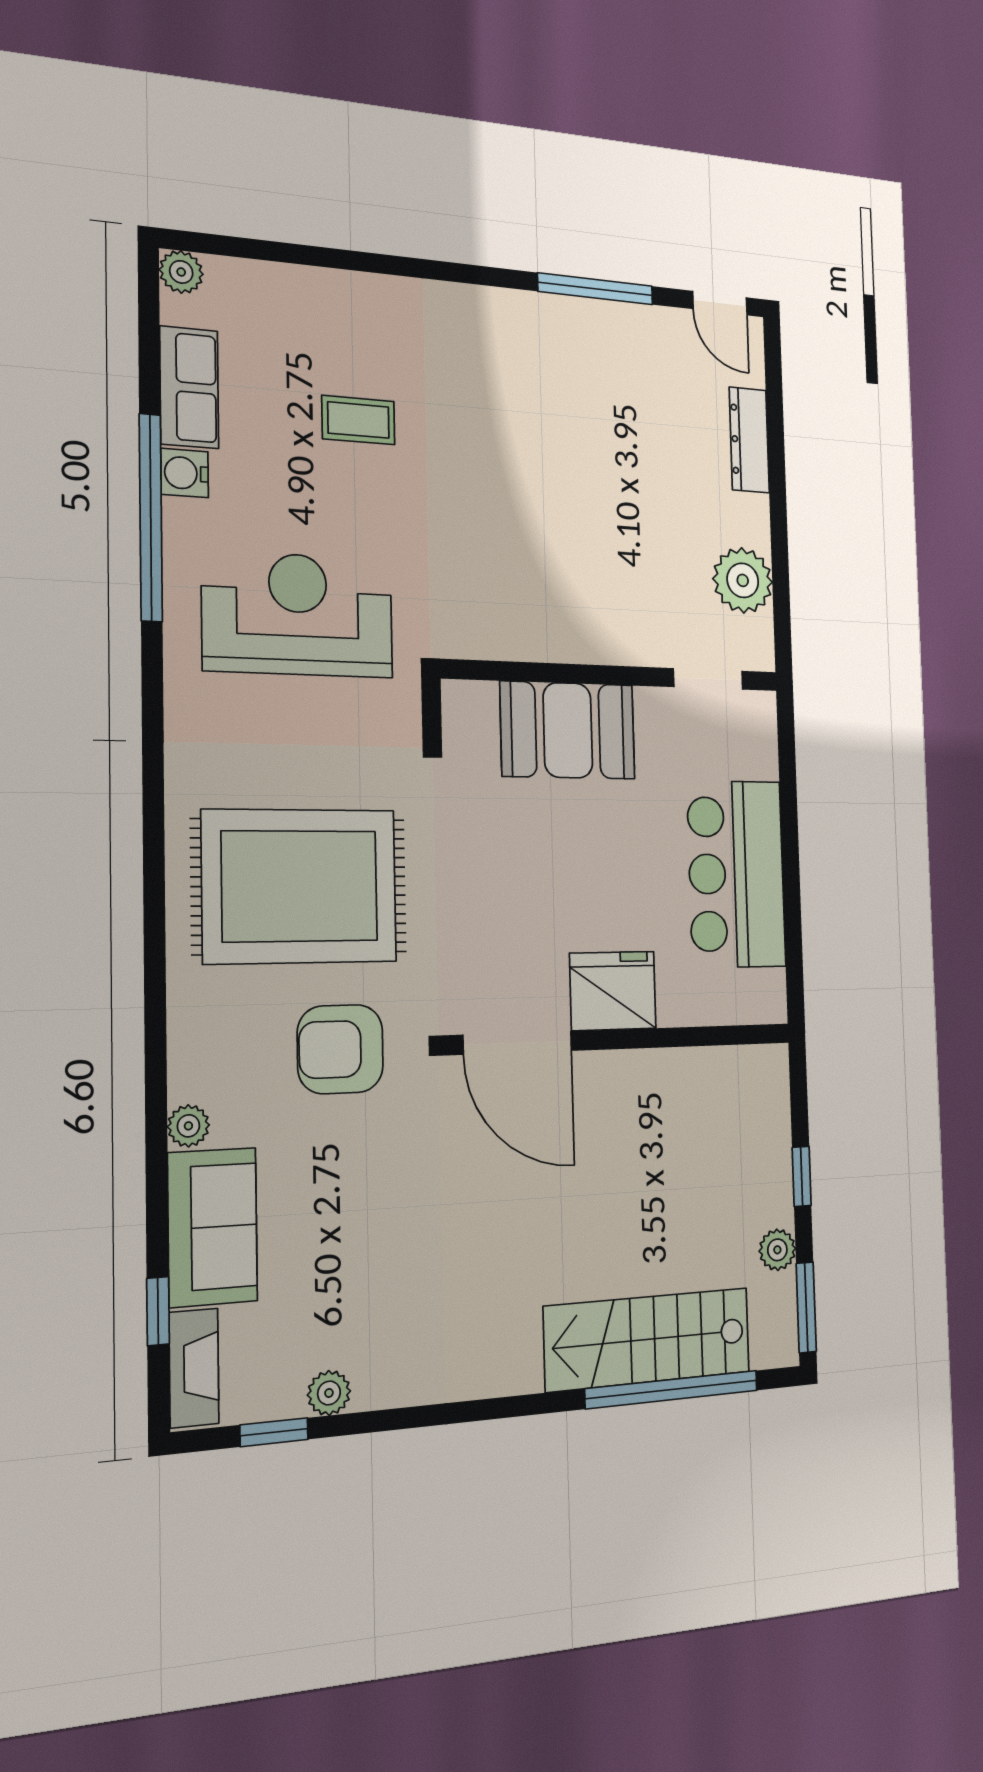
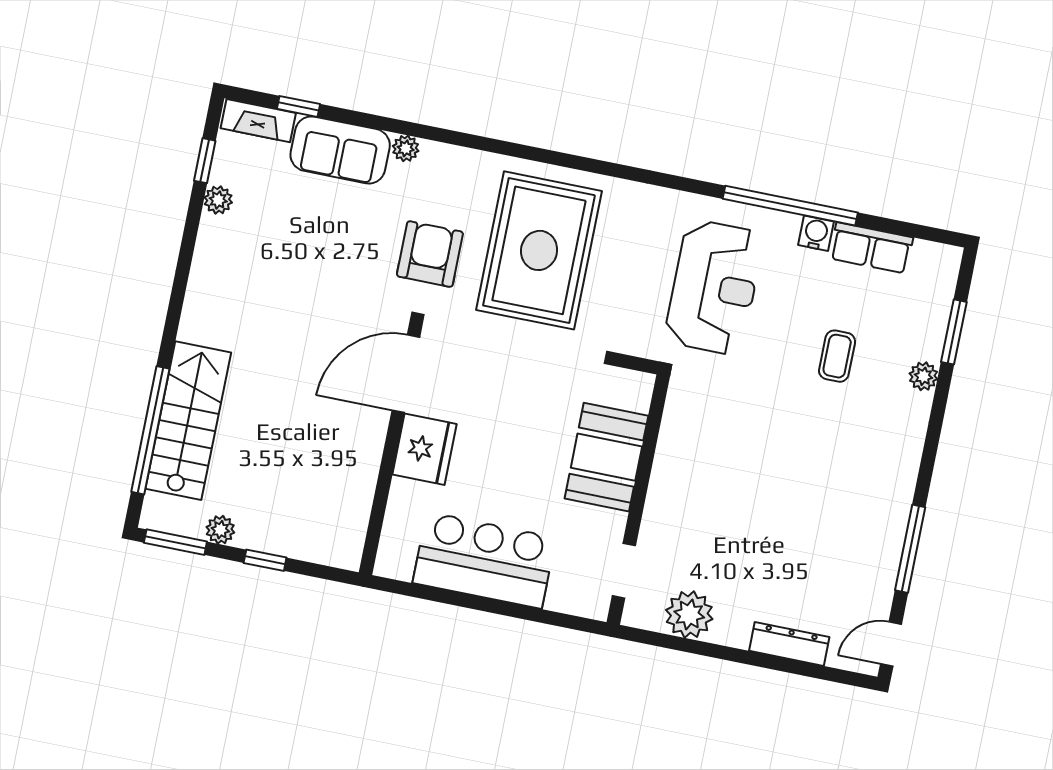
window: (287, 253) -> (954, 332), added
plant: (181, 272) -> (923, 376), moved

